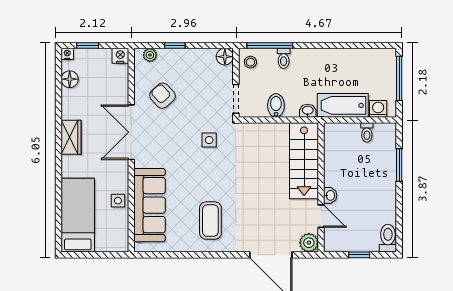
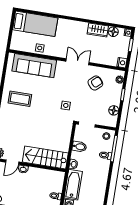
floor lamp: (225, 57) -> (114, 110), moved
double door: (131, 132) -> (77, 62), width x0.73
wardrobe: (71, 137) -> (98, 30), moved

